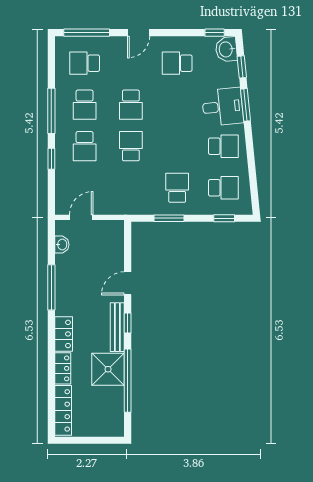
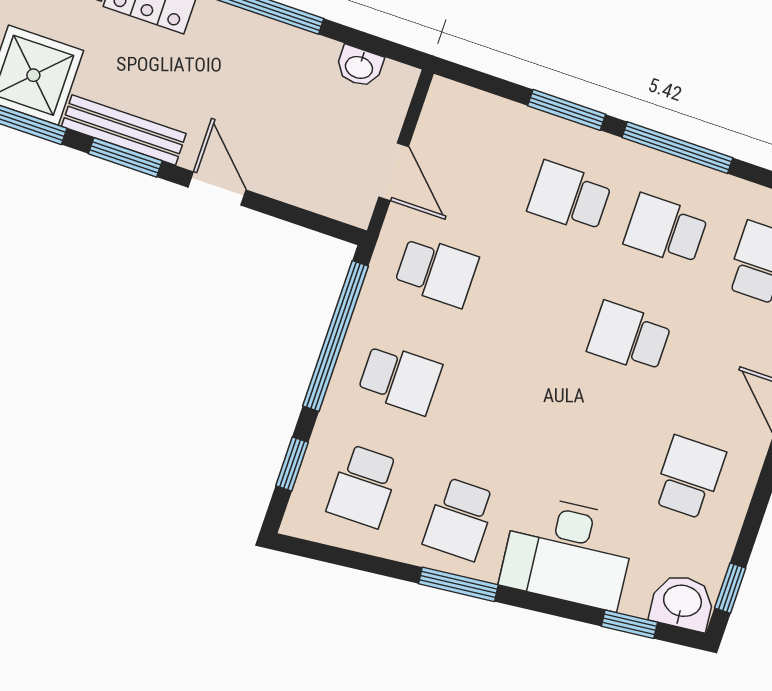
window: (246, 105) -> (458, 584), moved
desk: (223, 107) -> (568, 552), width x1.37
school desk: (131, 146) -> (436, 271), moved
window: (51, 159) -> (567, 110), width x1.50
door: (81, 217) -> (394, 172), moved
window: (169, 218) -> (336, 336), width x2.11
window: (128, 323) -> (125, 157), width x1.50

